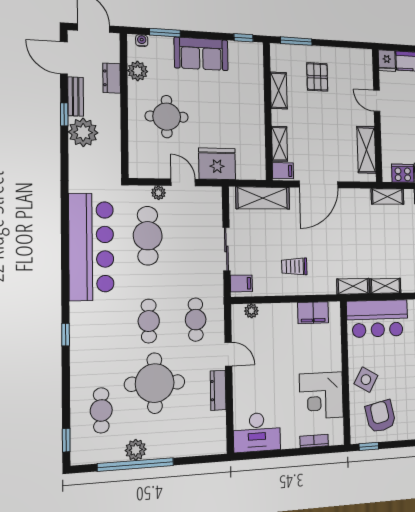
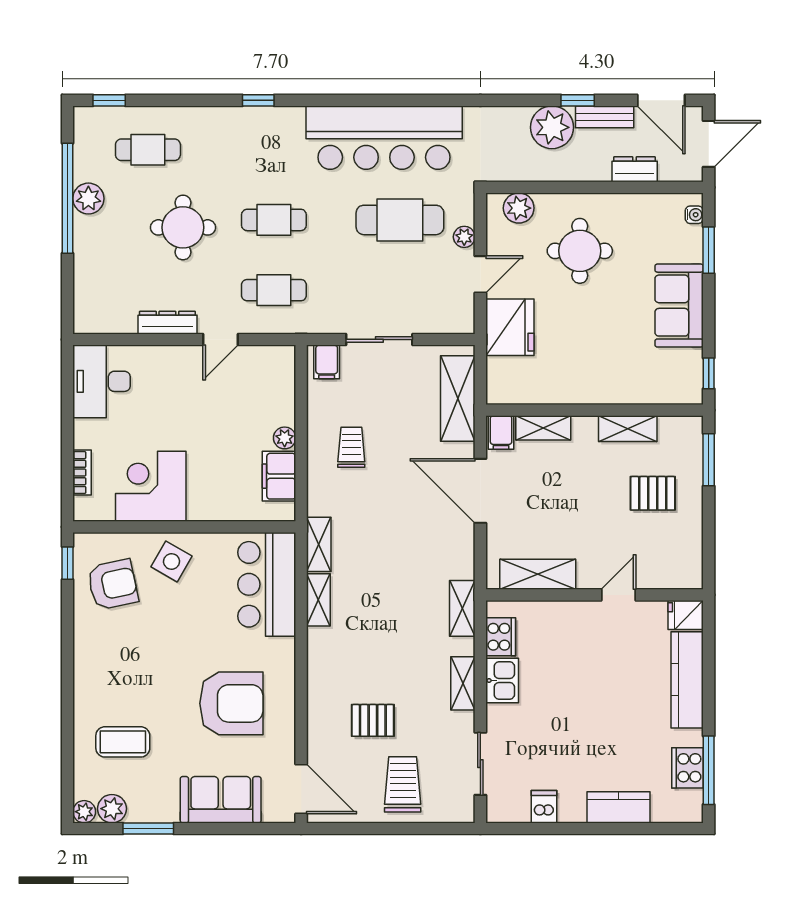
door: (64, 58) -> (661, 100), swing flipped
plant: (138, 71) -> (519, 208), moved
plant: (251, 311) -> (285, 438), moved
round table: (155, 383) -> (183, 227), width x0.73, depth x0.73

